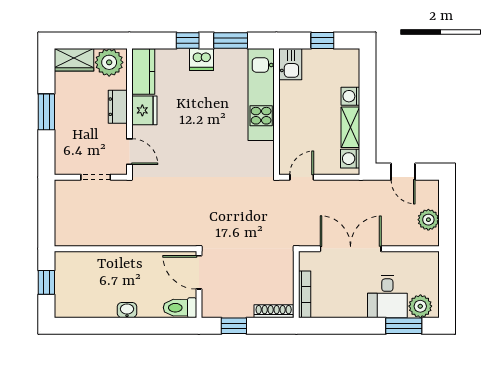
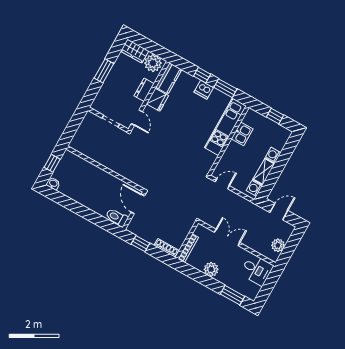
kitchen sink: (290, 64) -> (242, 134), moved
door: (403, 172) -> (279, 212), swing flipped
double door: (351, 249) -> (227, 237), width x0.73
desk: (387, 297) -> (257, 270), moved, turned -90
plant: (420, 306) -> (211, 269), moved
washbasin: (127, 310) -> (53, 183), moved

